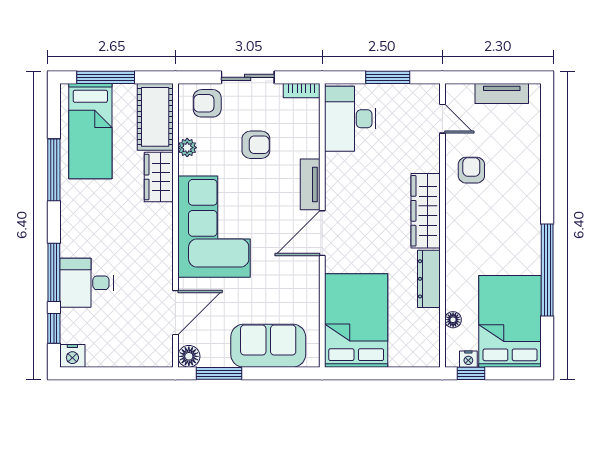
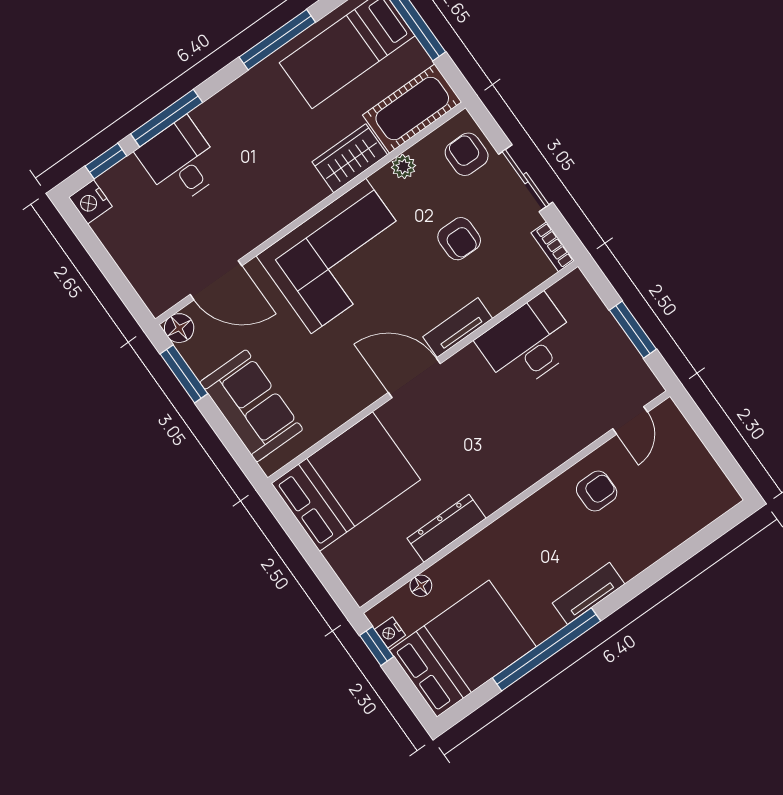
tv unit: (502, 94) -> (589, 593), moved, turned 90
desk: (350, 119) -> (528, 343), moved
wardrobe: (426, 211) -> (518, 473), removed

